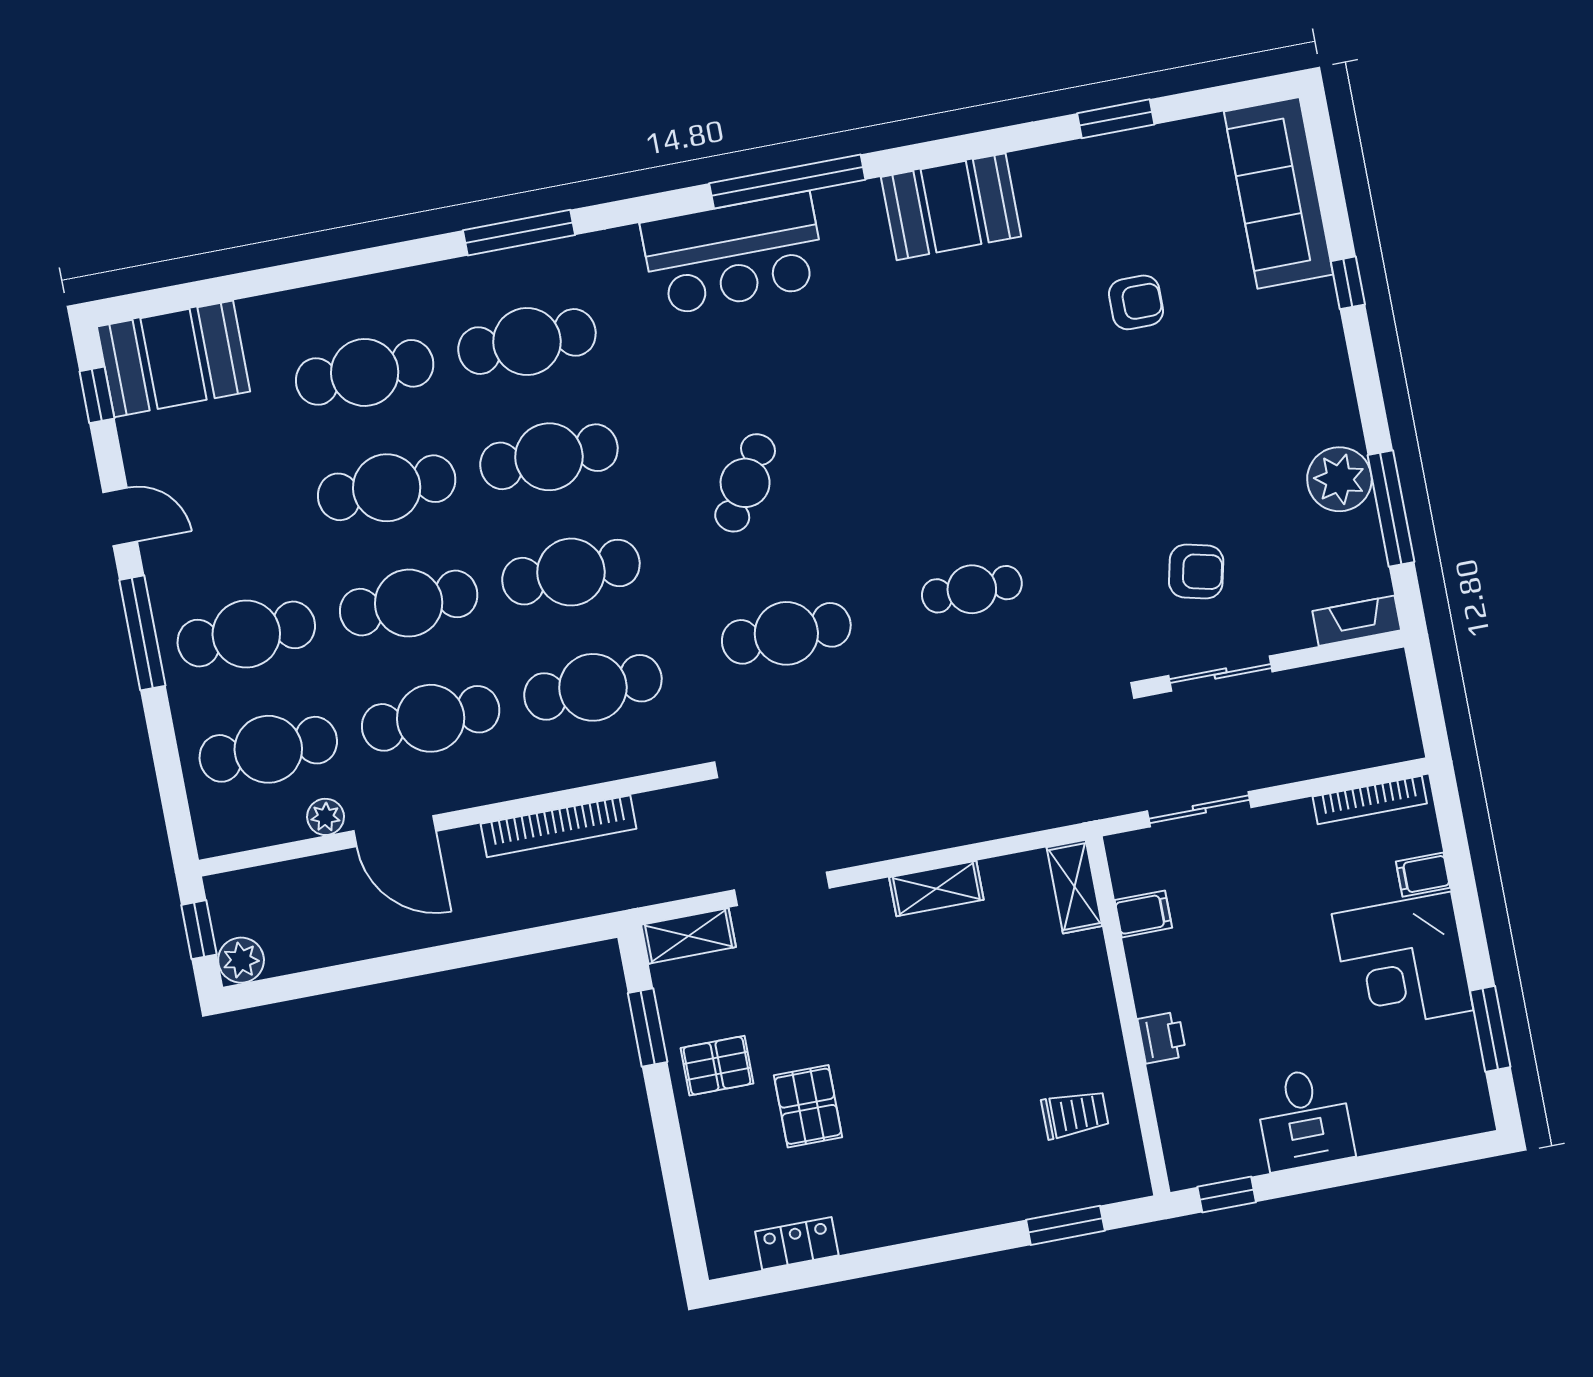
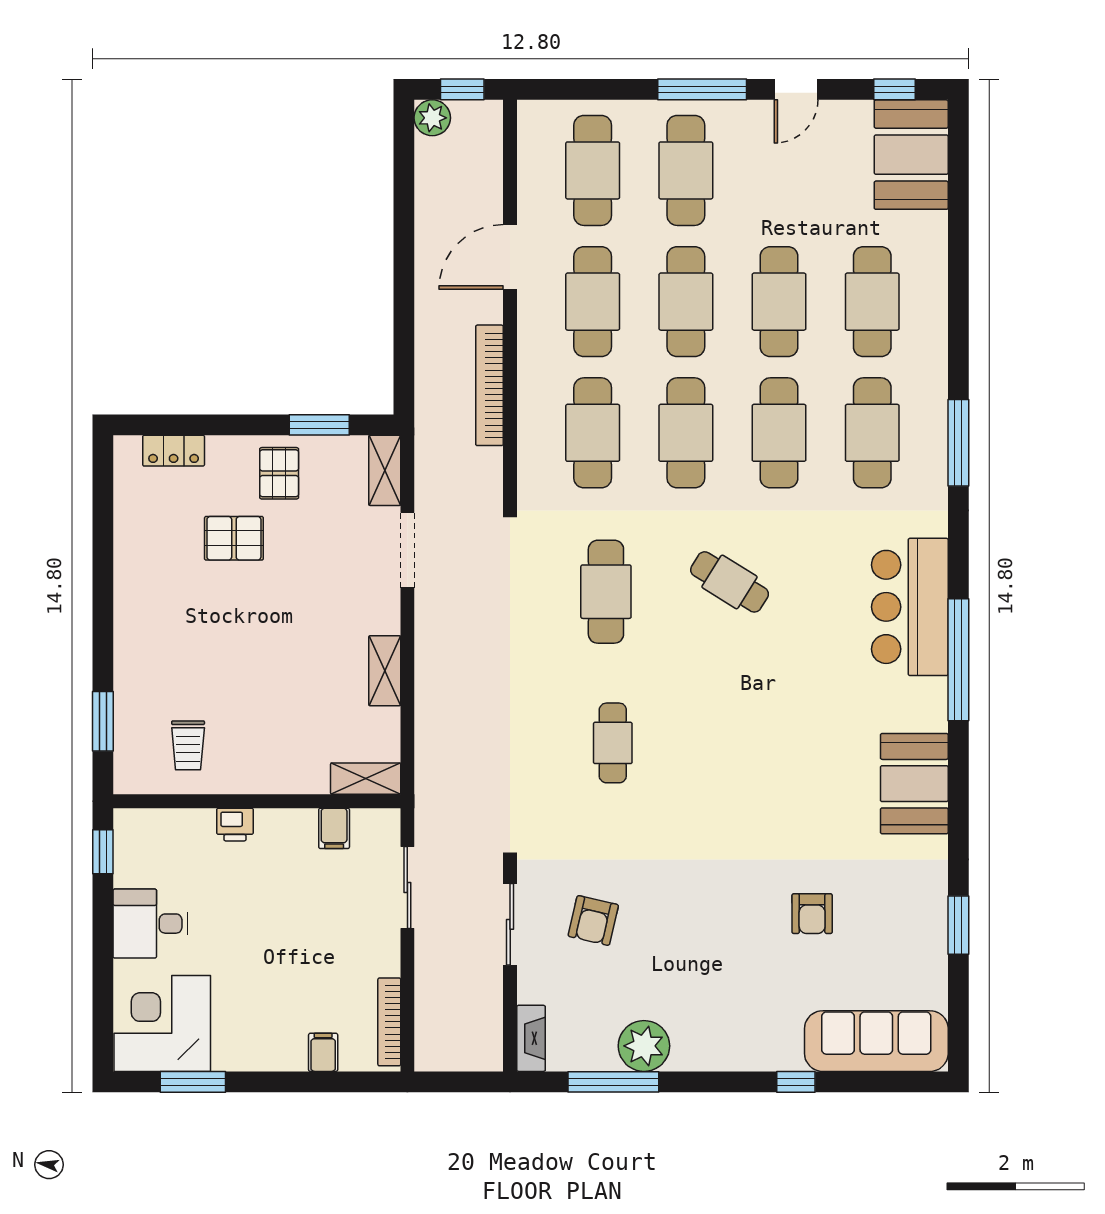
plant: (326, 817) -> (531, 205), removed
corner desk: (1403, 962) -> (162, 1023), moved
locker: (797, 1243) -> (174, 451), moved, turned 90

